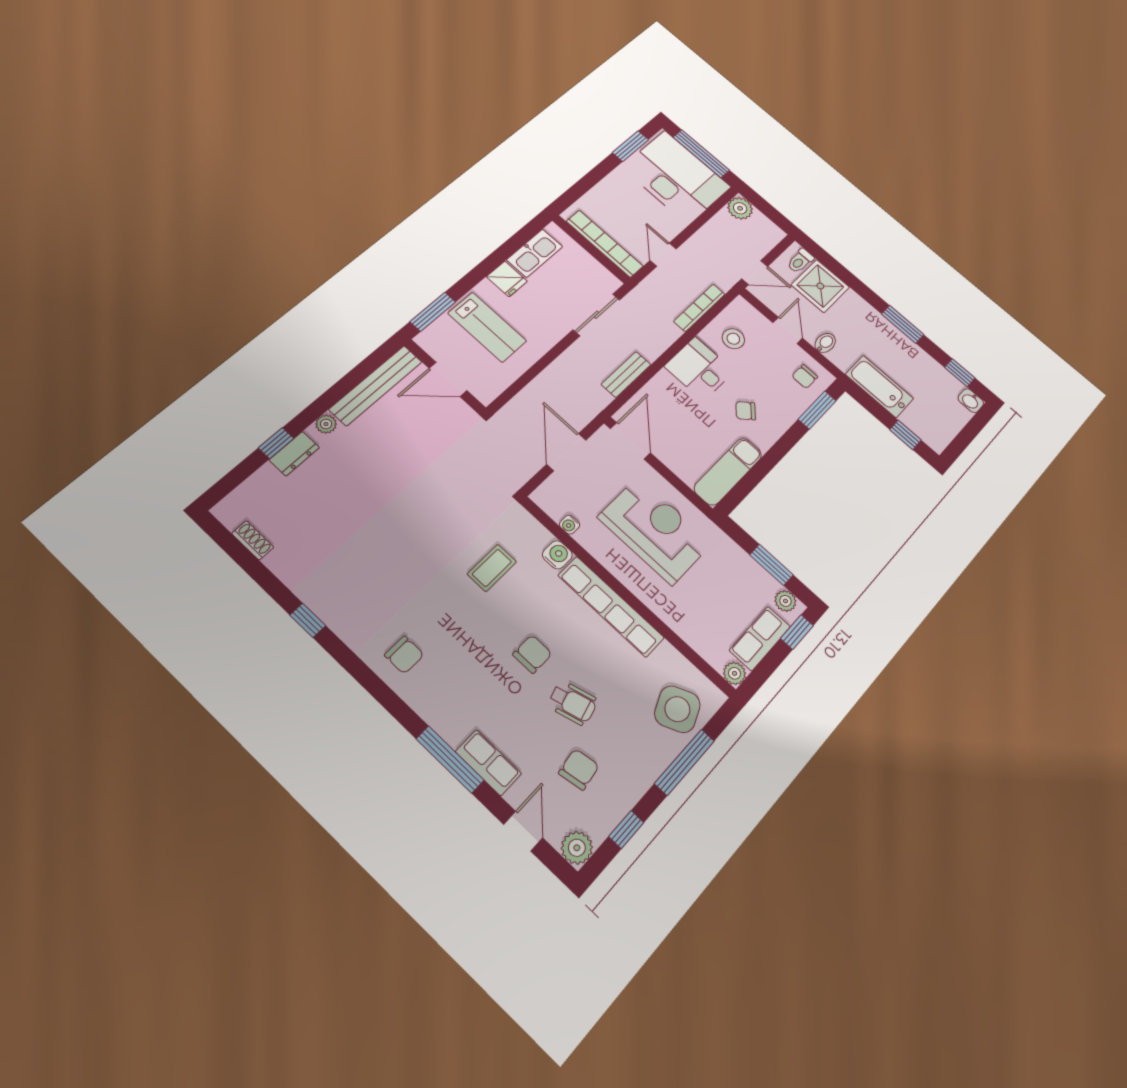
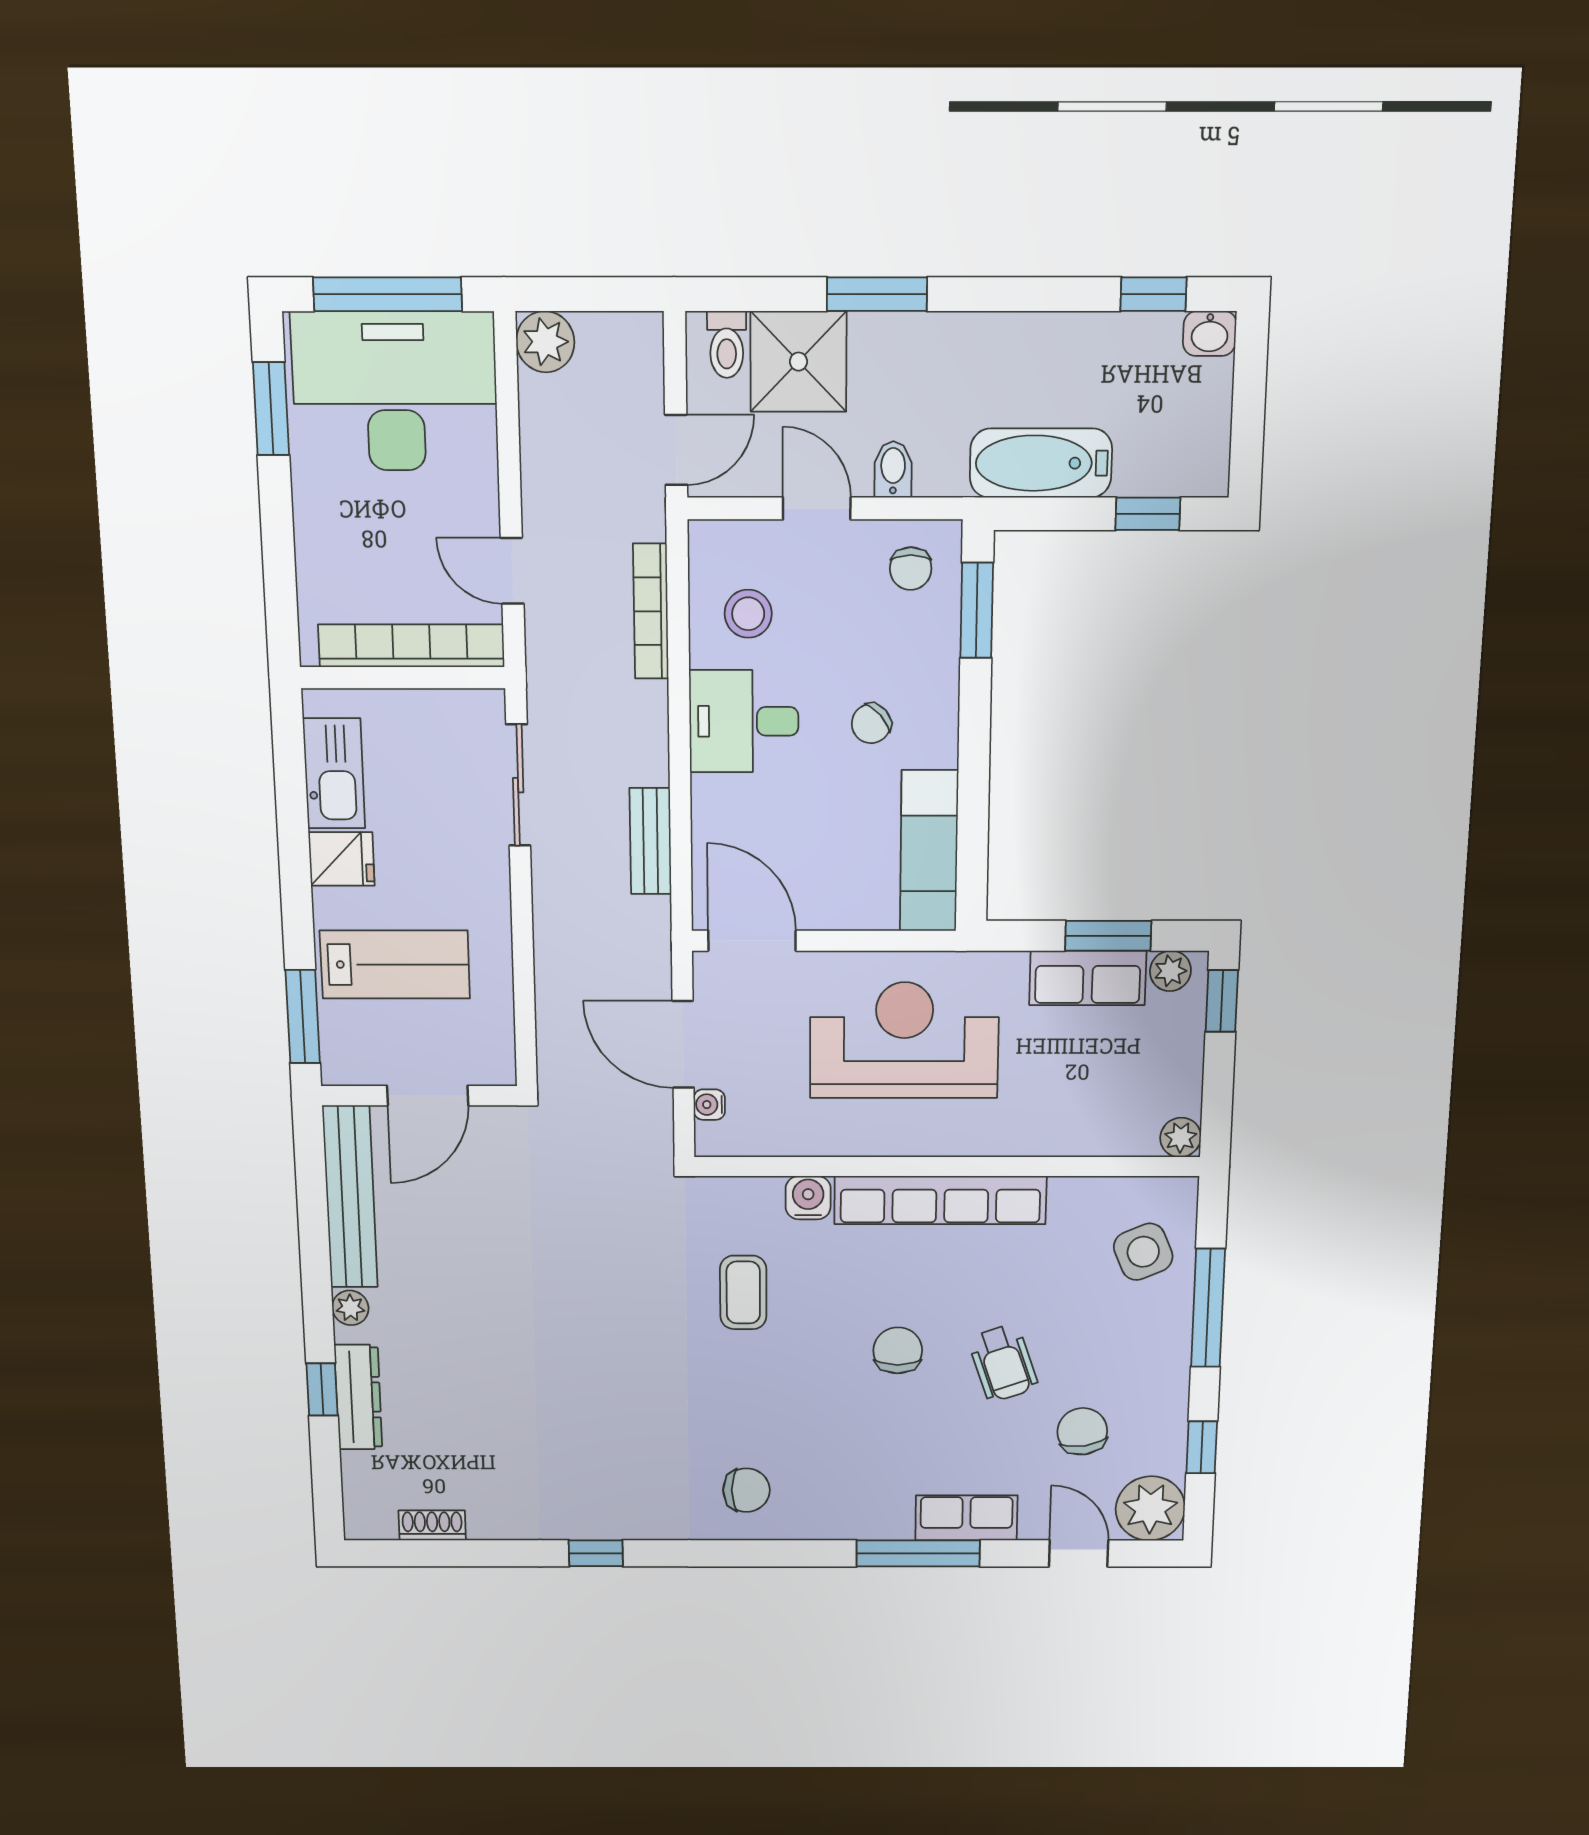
window: (903, 324) -> (877, 294), moved
dresser: (294, 454) -> (358, 1397), width x1.44
water cooler: (570, 525) -> (709, 1105), moved, turned 90
row of seats: (760, 638) -> (1088, 978), moved, turned -90
wheelchair: (573, 703) -> (1003, 1363), turned 86
side table: (677, 709) -> (1143, 1252), width x0.73, depth x0.73
plant: (577, 848) -> (1150, 1508), width x1.36, depth x1.36

